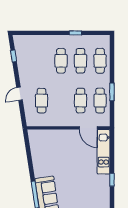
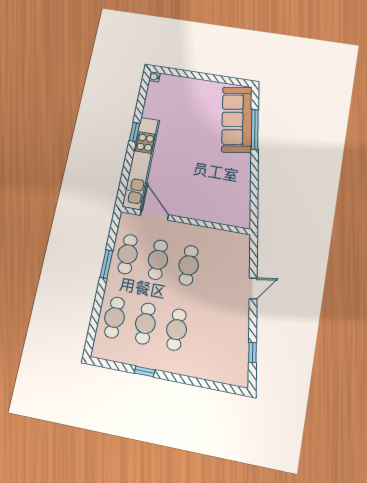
cafe table: (42, 101) -> (189, 265), moved
kitchen unit: (104, 152) -> (141, 163), width x1.36

